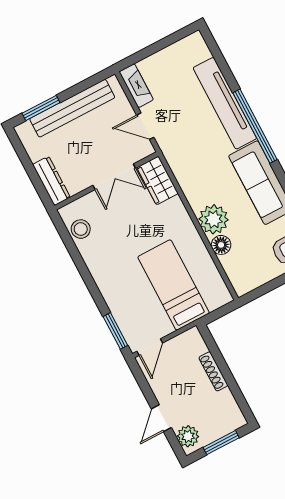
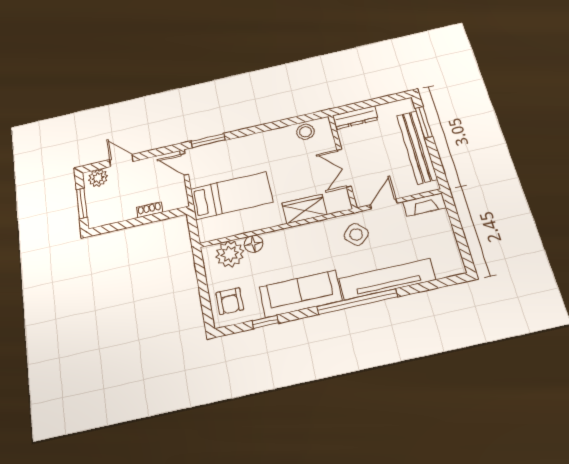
side table: (185, 145) -> (356, 234), added
wardrobe: (157, 180) -> (304, 209), moved
plant: (214, 219) -> (230, 254), moved
shoe rack: (213, 371) -> (149, 210), width x0.70

